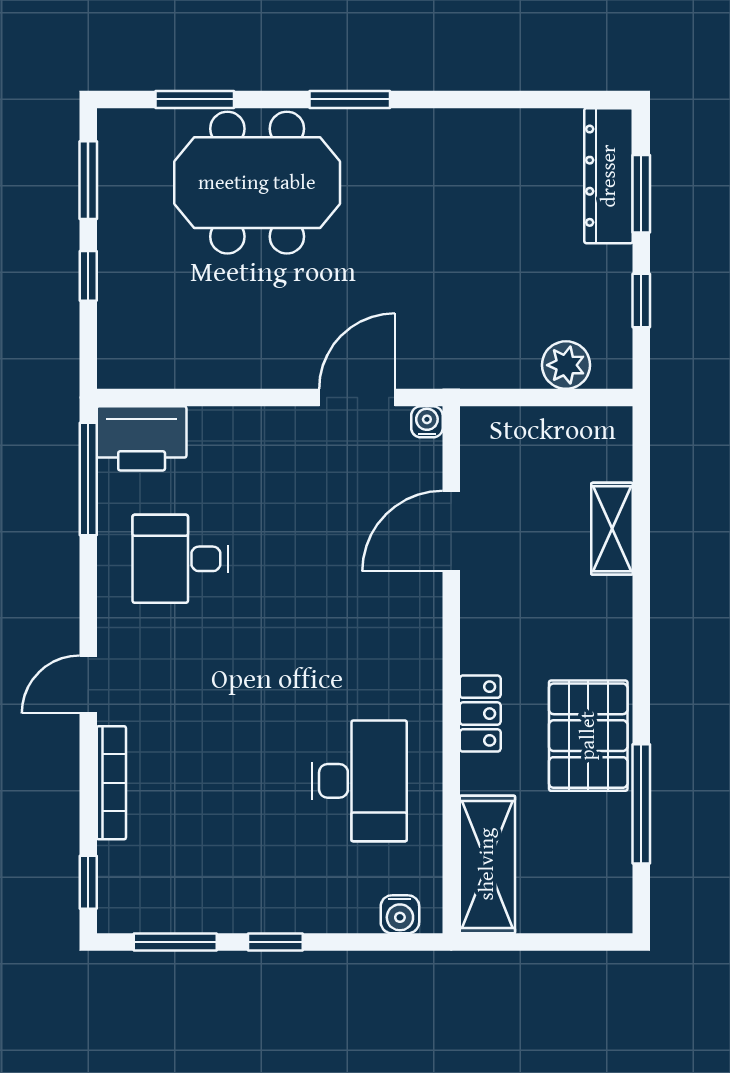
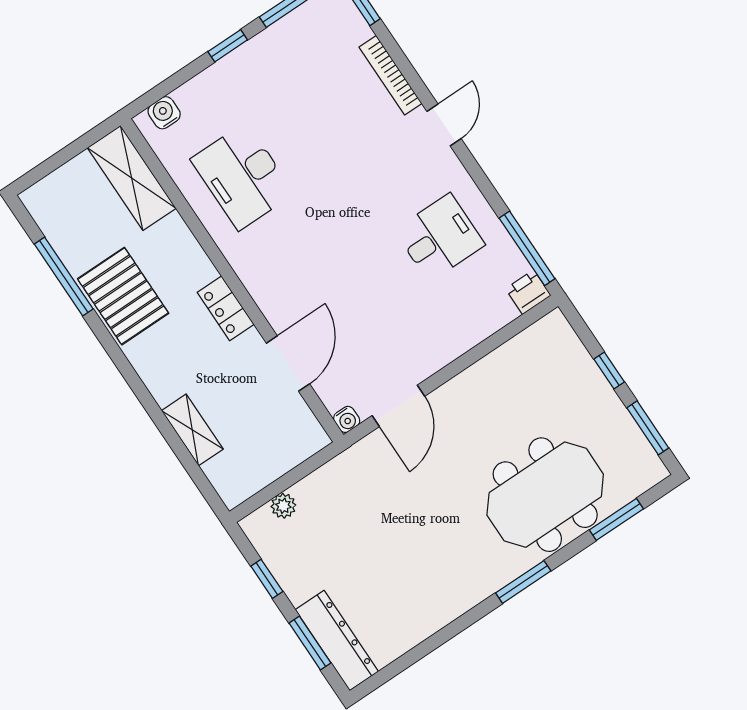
plant: (566, 365) -> (283, 506), width x0.73, depth x0.73
printer: (142, 438) -> (528, 292), width x0.53, depth x0.68
locker: (480, 714) -> (226, 308), moved

